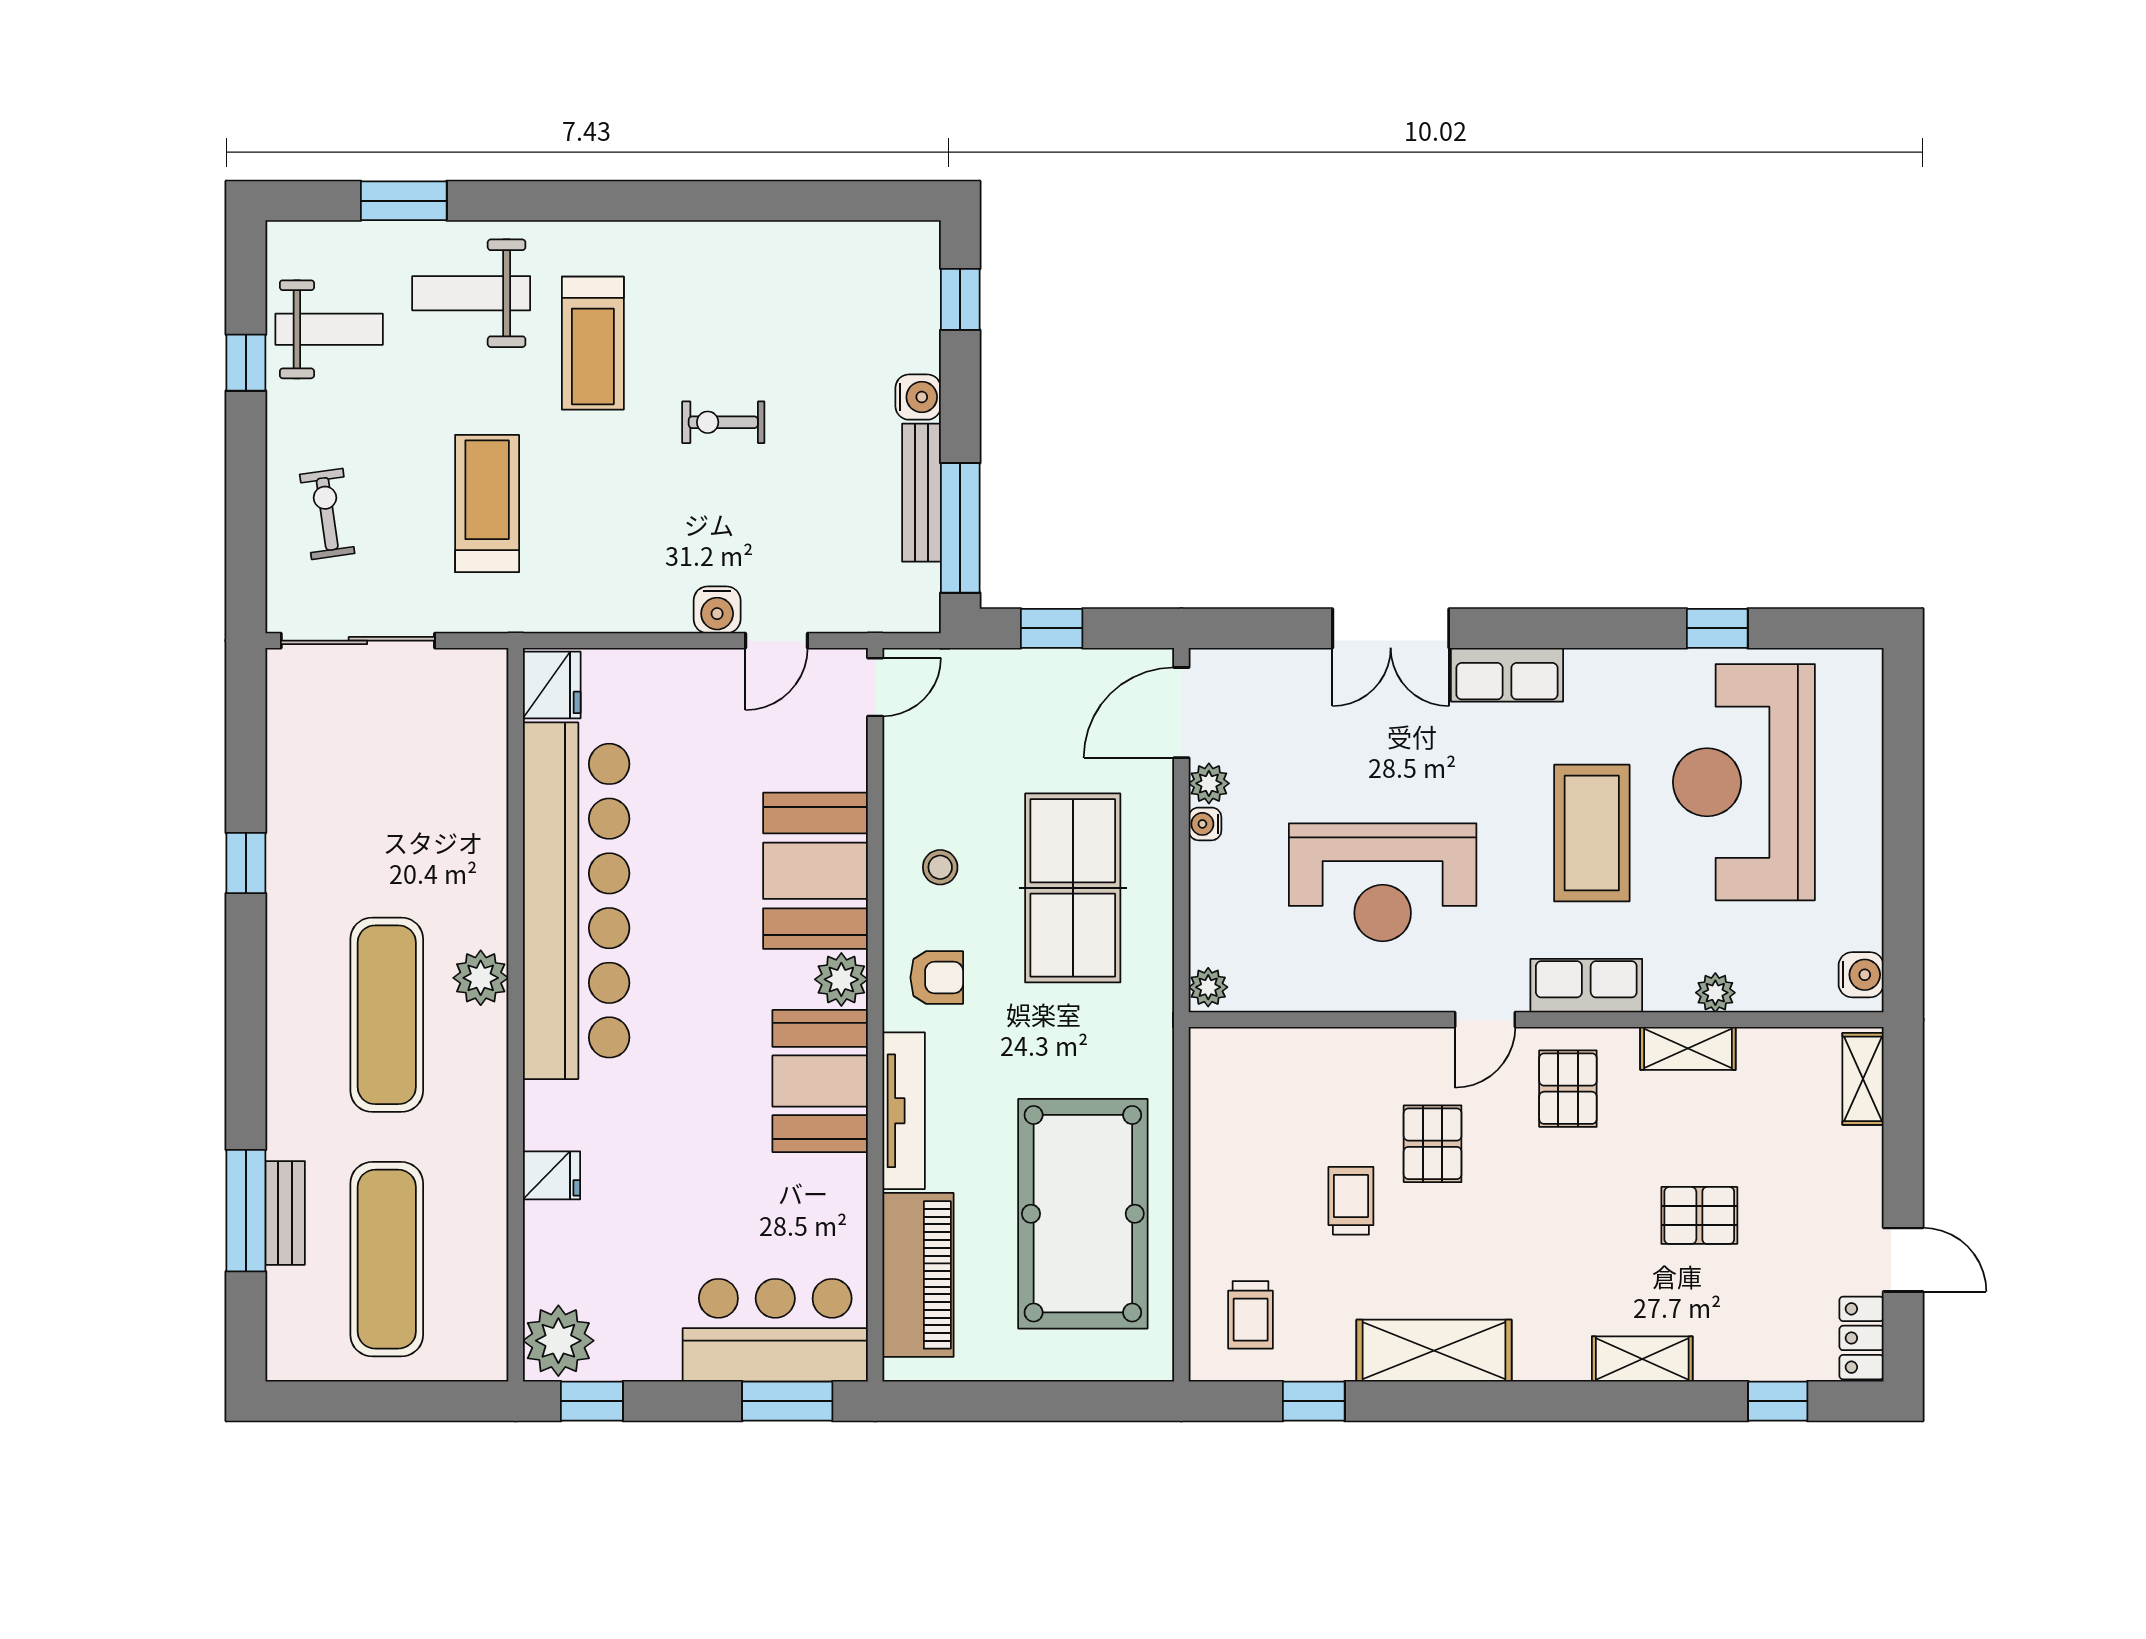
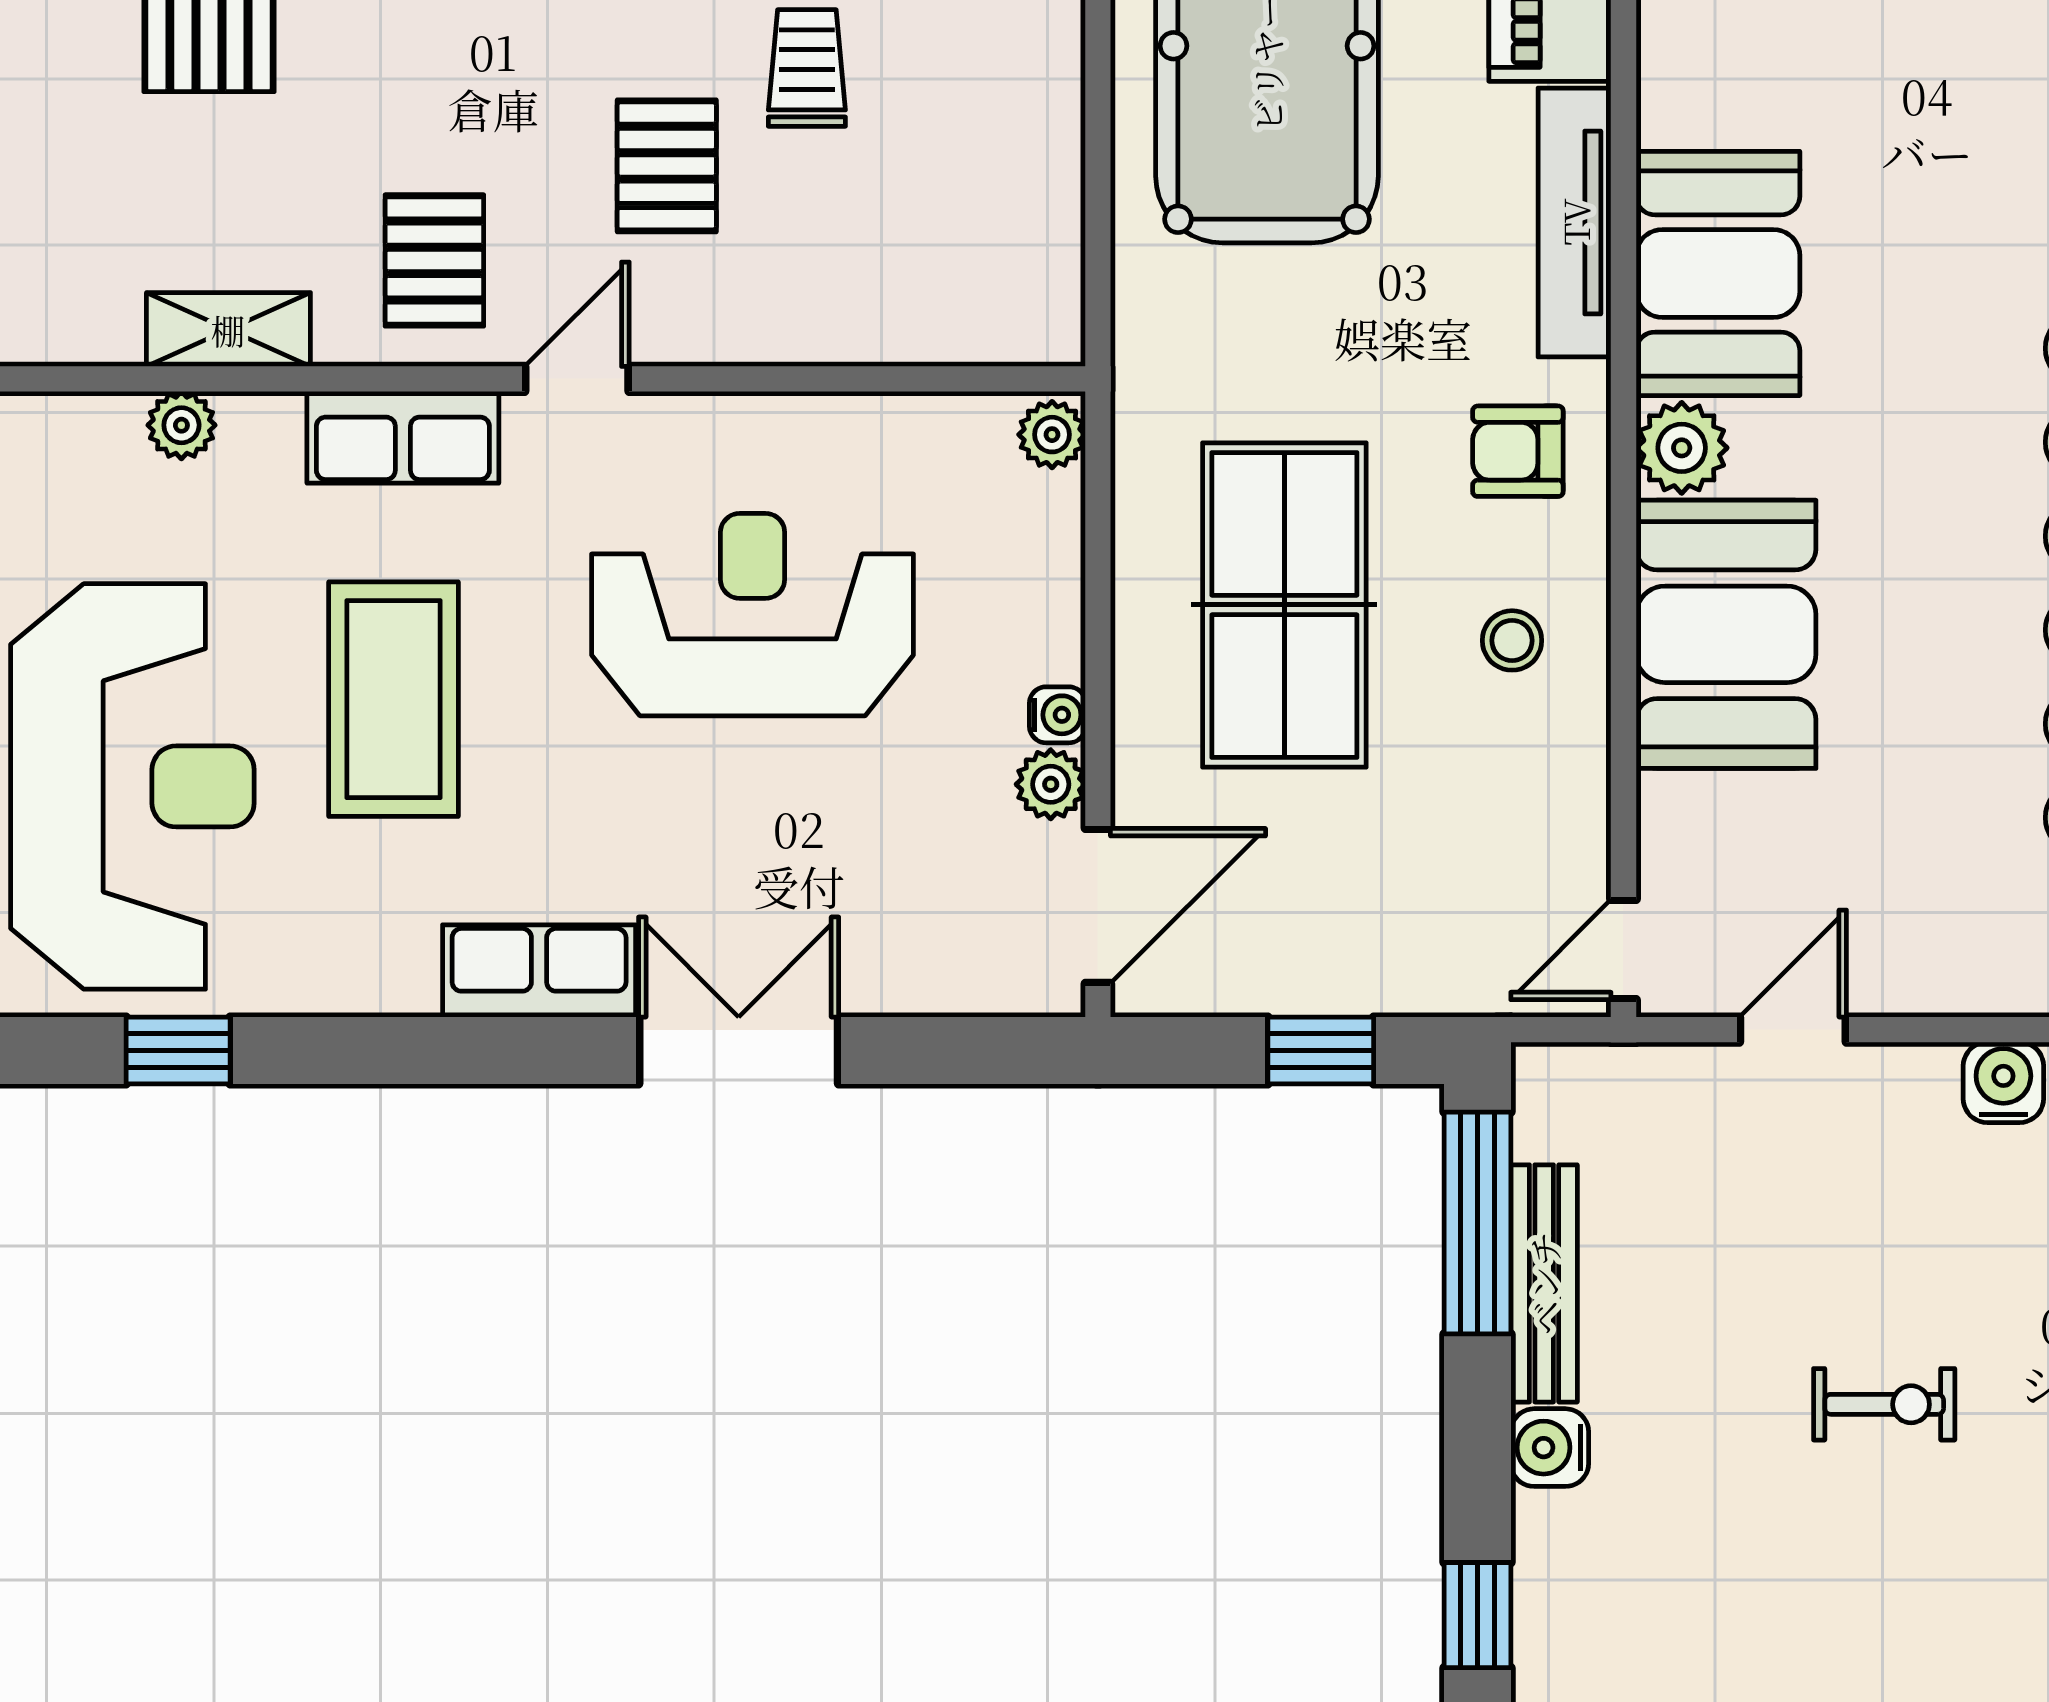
water cooler: (717, 610) -> (2003, 1082), moved
trolley: (1351, 1201) -> (807, 68), turned 180

